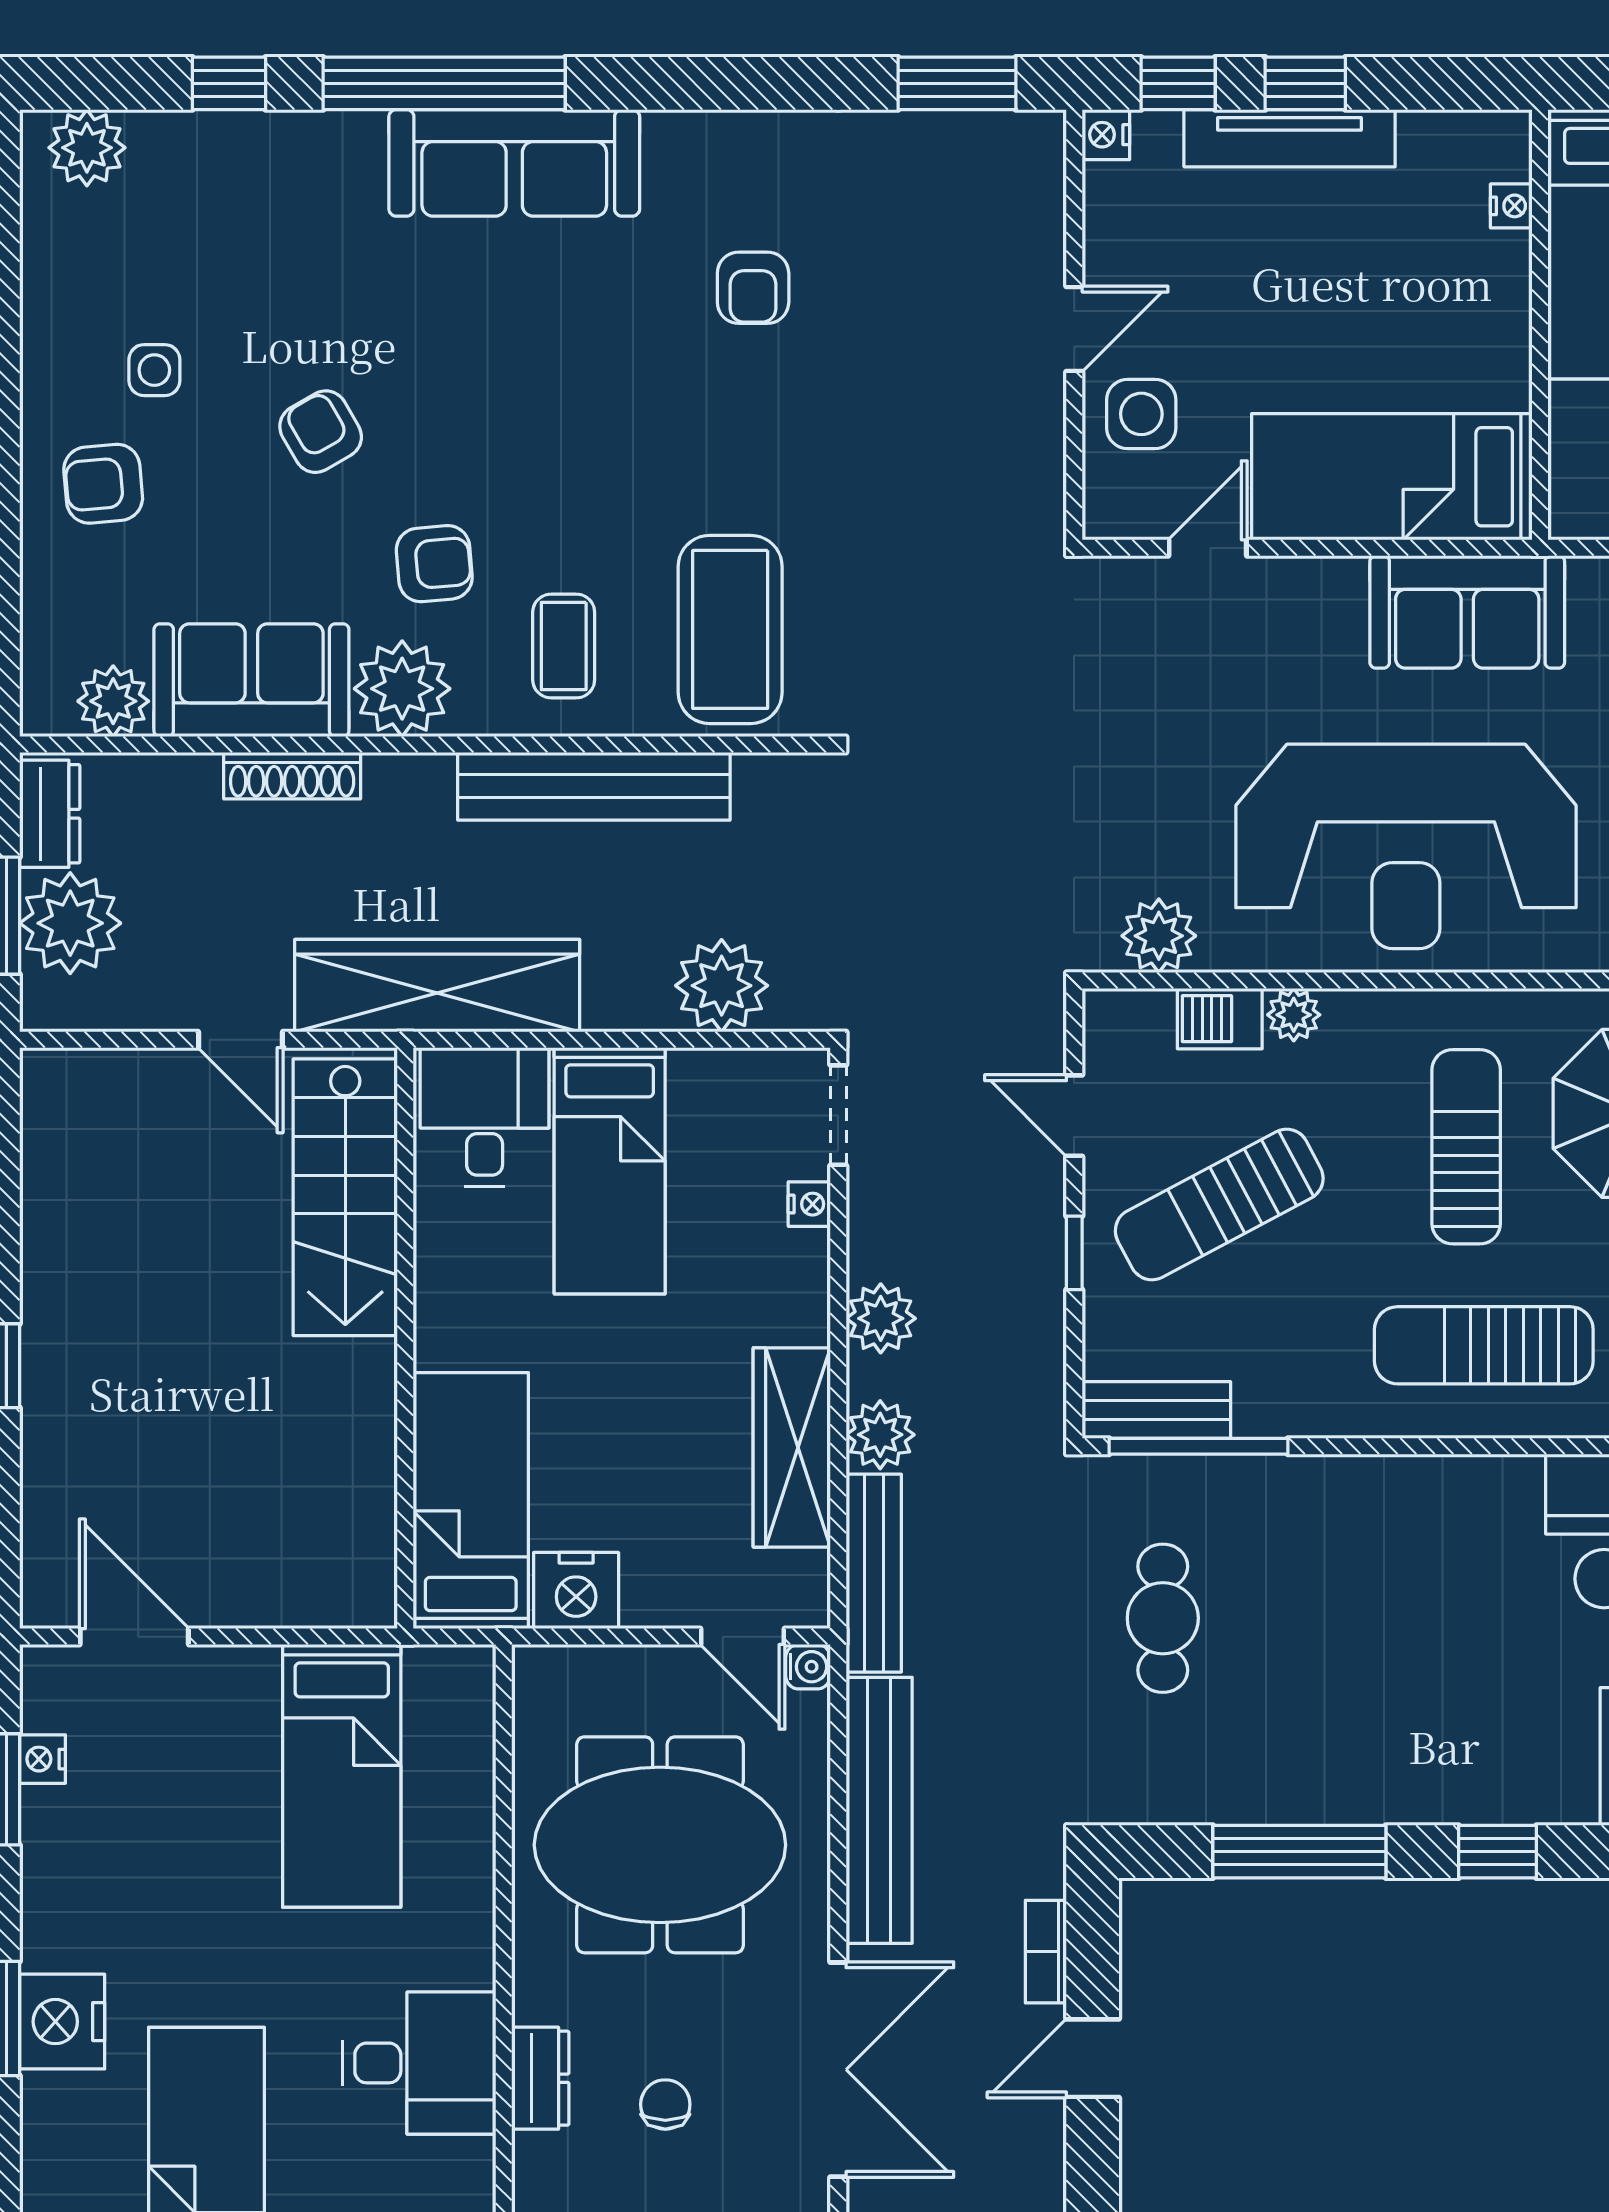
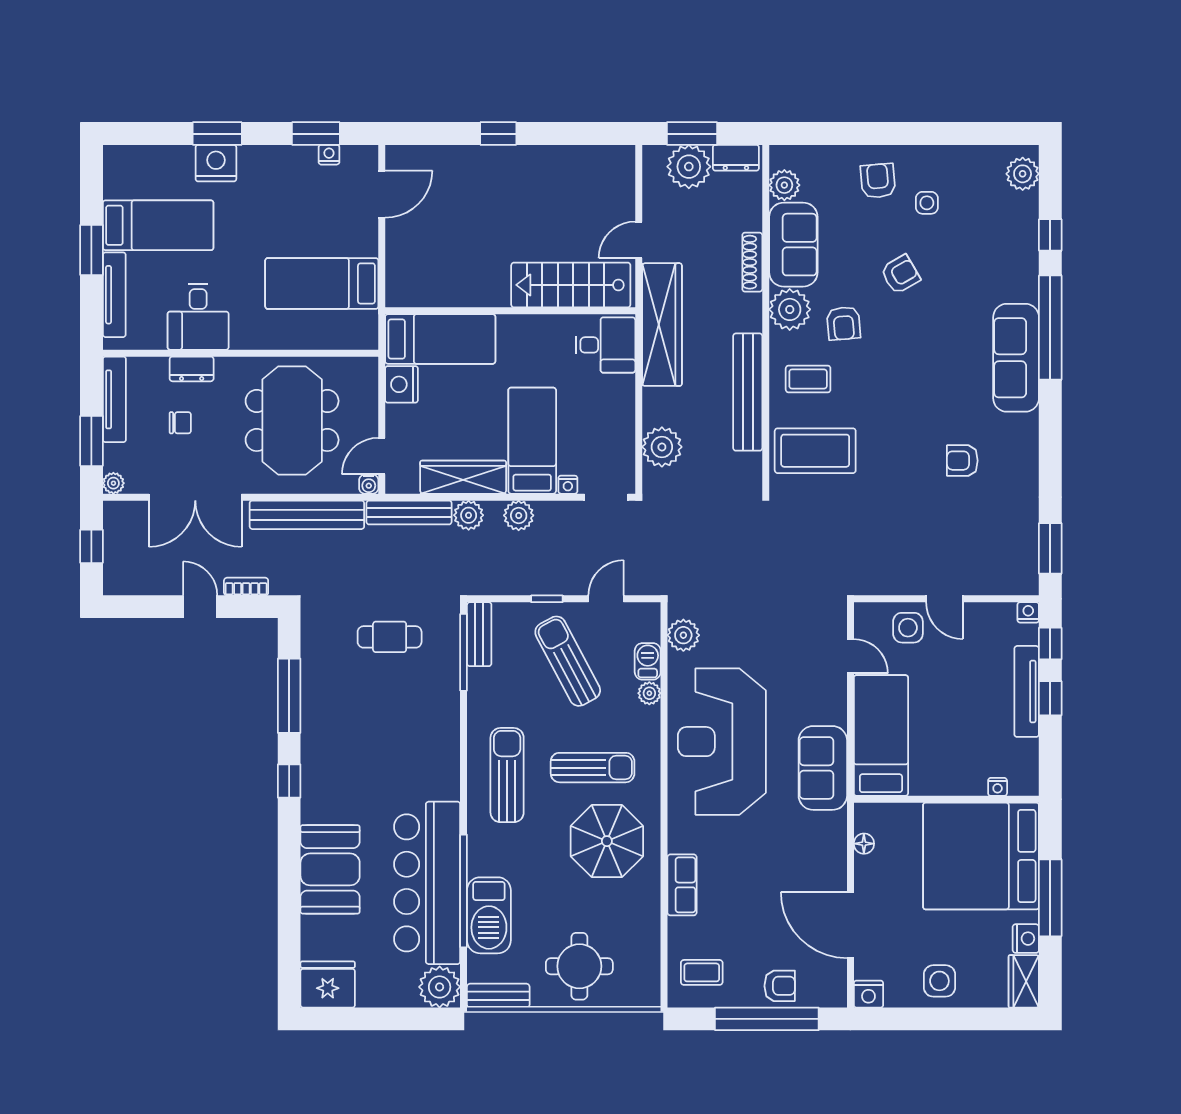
bed: (610, 1171) -> (532, 441), moved, turned 90

